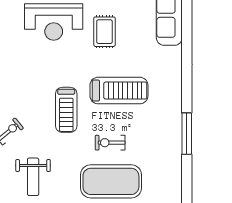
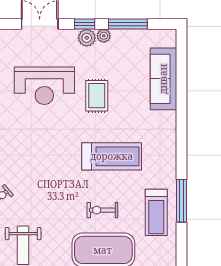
treadmill: (66, 110) -> (156, 212), moved

